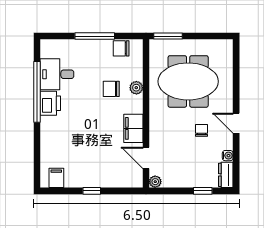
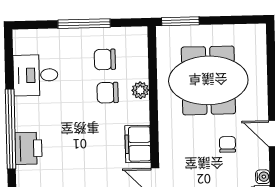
chair: (121, 48) -> (105, 59), moved
window: (37, 92) -> (11, 129), moved
printer: (50, 103) -> (28, 148), moved

